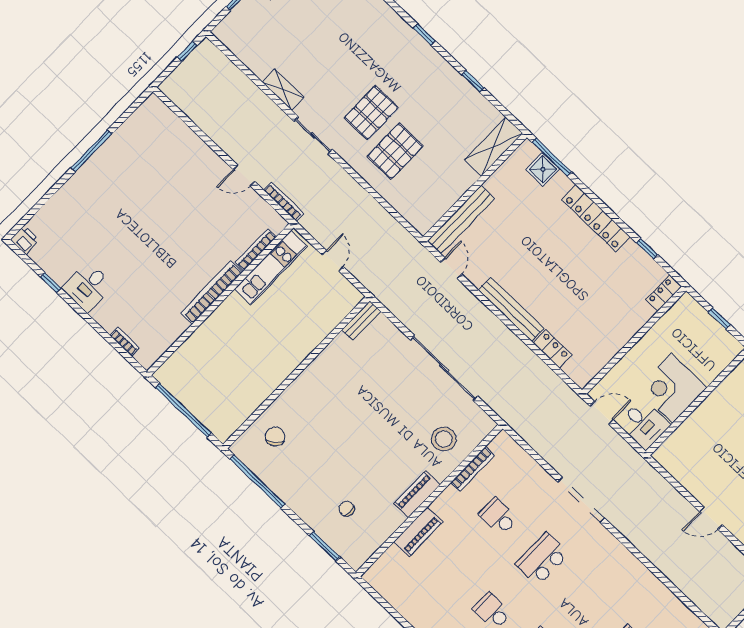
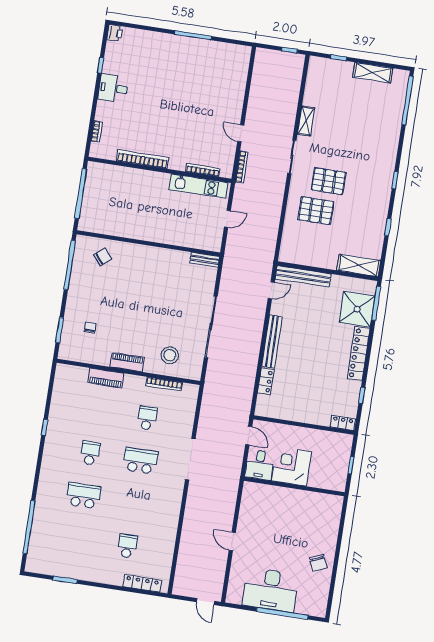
shower: (543, 169) -> (357, 309), width x1.86, depth x1.86
bookcase: (212, 292) -> (143, 159), moved

